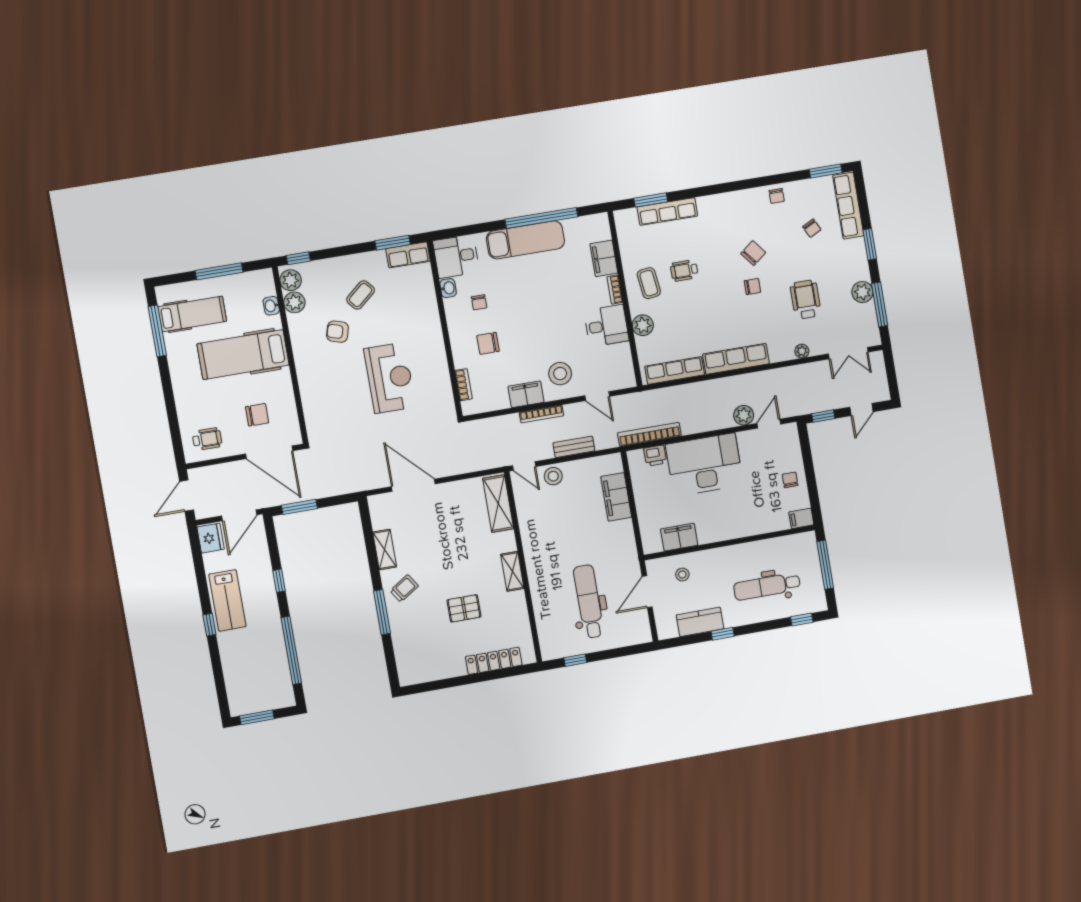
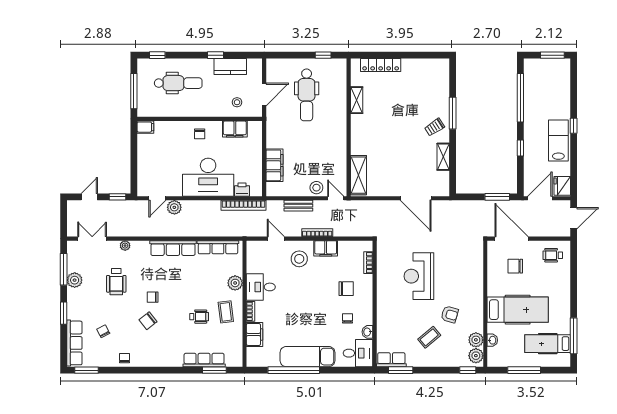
chair: (790, 480) -> (200, 134), moved
shelving: (512, 571) -> (357, 100), moved
pallet: (464, 608) -> (395, 106), removed

